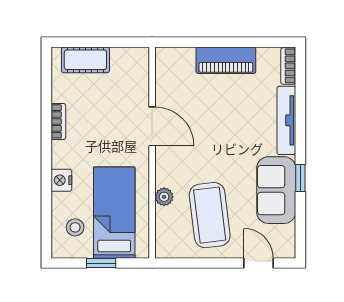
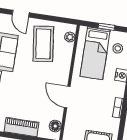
floor lamp: (166, 71) -> (55, 126), added
plant: (164, 197) -> (70, 37), moved

